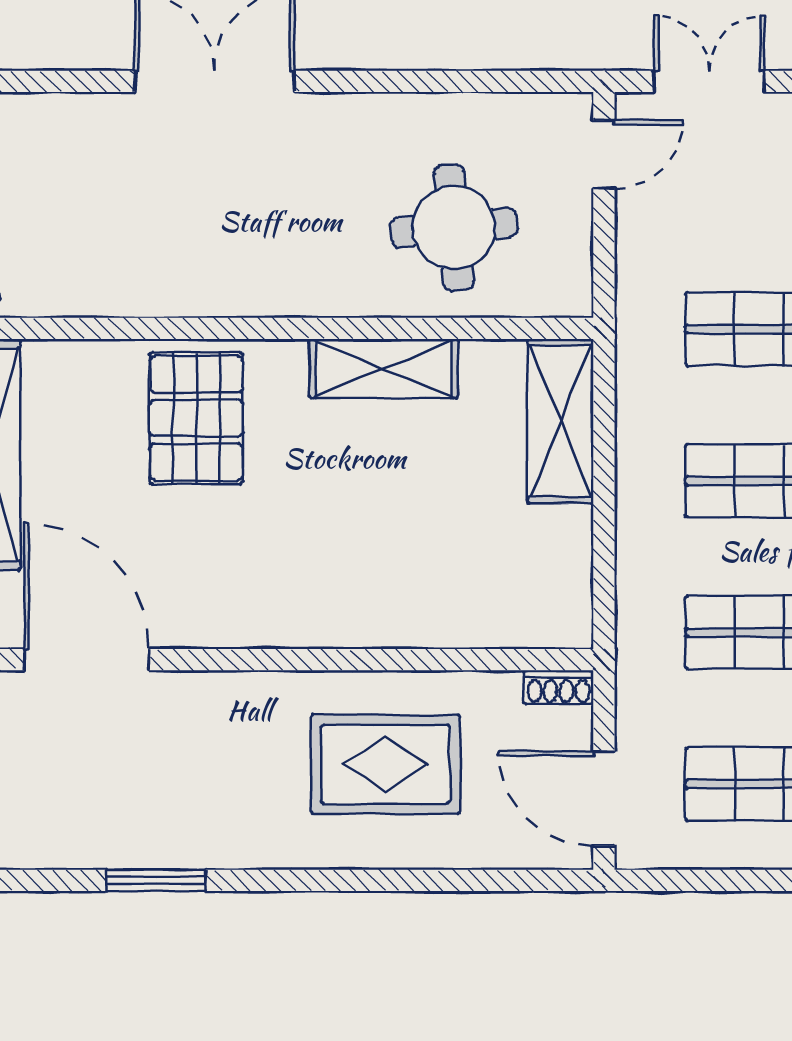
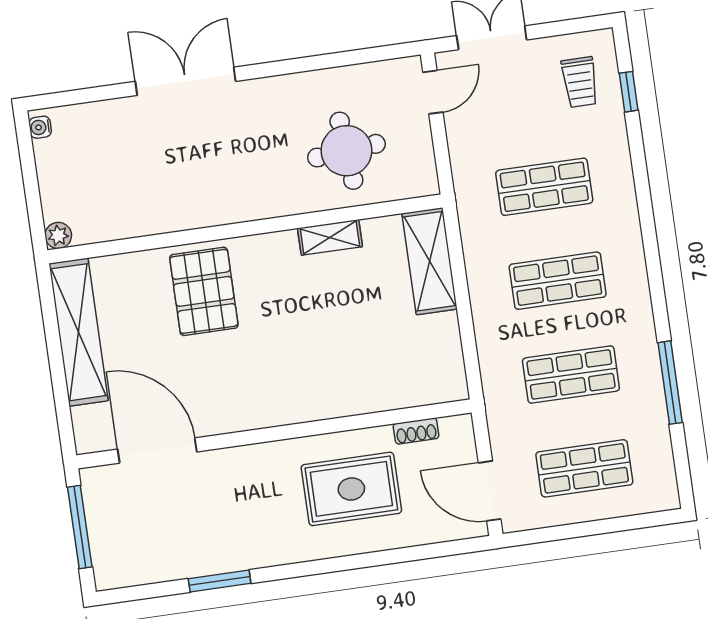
shelving: (384, 368) -> (330, 237), width x0.67, depth x0.75
shoe rack: (558, 687) -> (416, 431), moved

